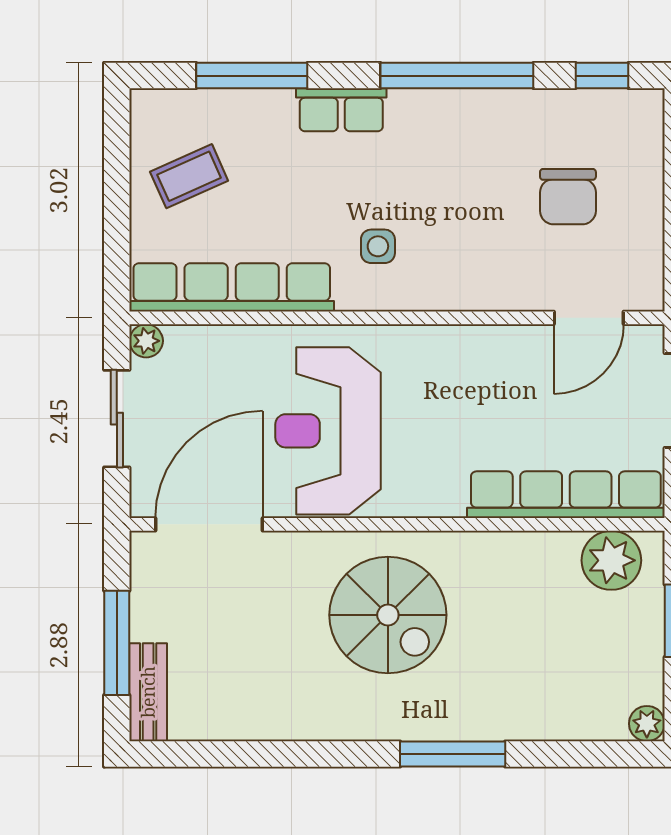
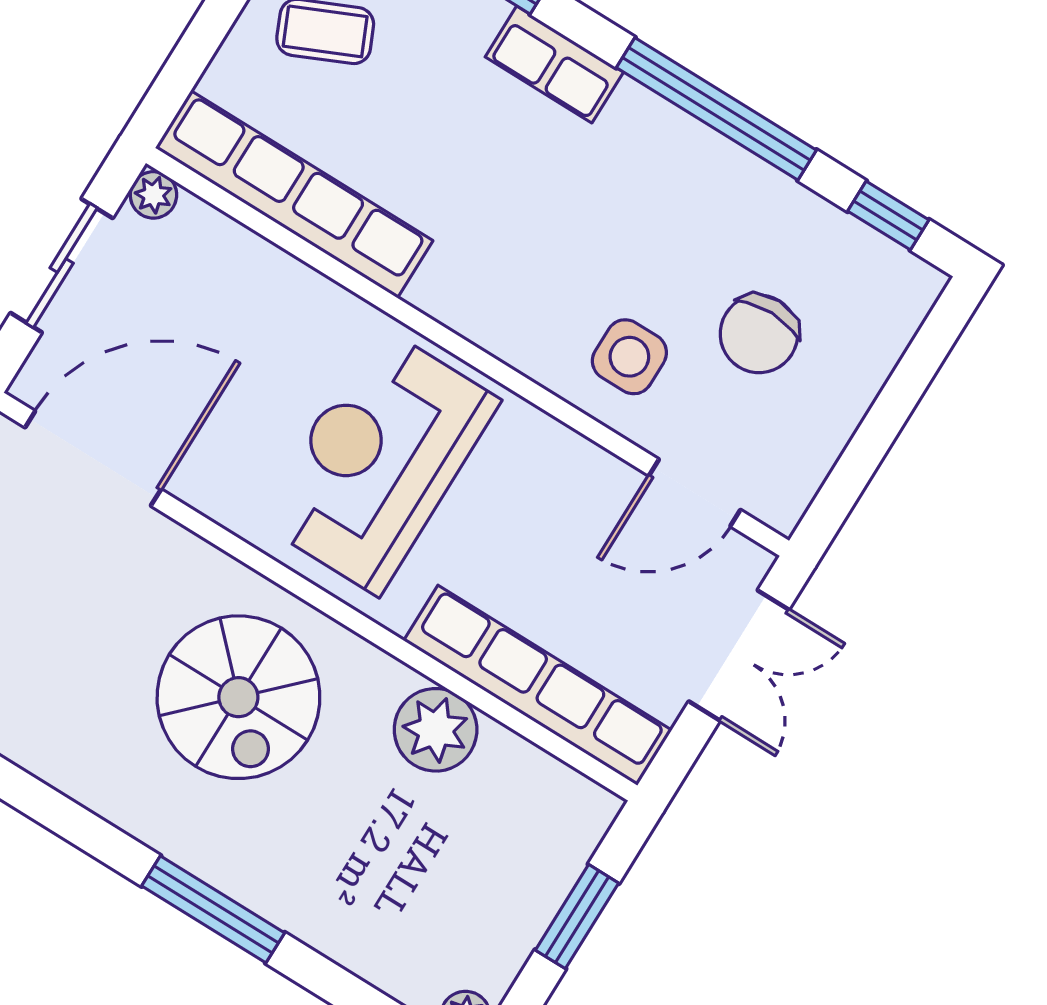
side table: (378, 246) -> (629, 357), moved, width x1.37, depth x1.37
reception desk: (328, 431) -> (378, 461), moved
plant: (611, 560) -> (436, 730), moved

